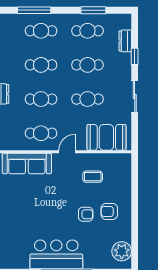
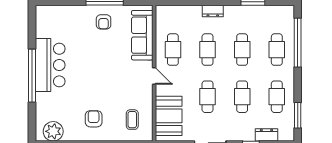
window: (34, 10) -> (298, 43), width x1.46
window: (93, 10) -> (298, 115), moved
coffee table: (93, 177) -> (132, 120), moved
armchair: (86, 214) -> (104, 22), moved

